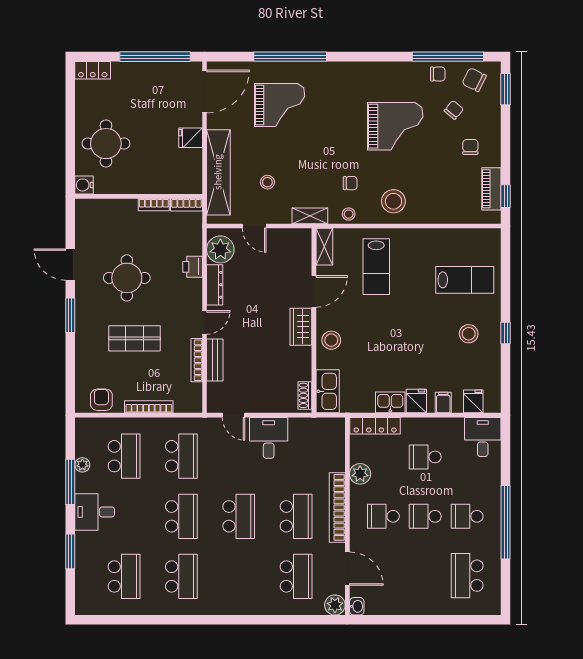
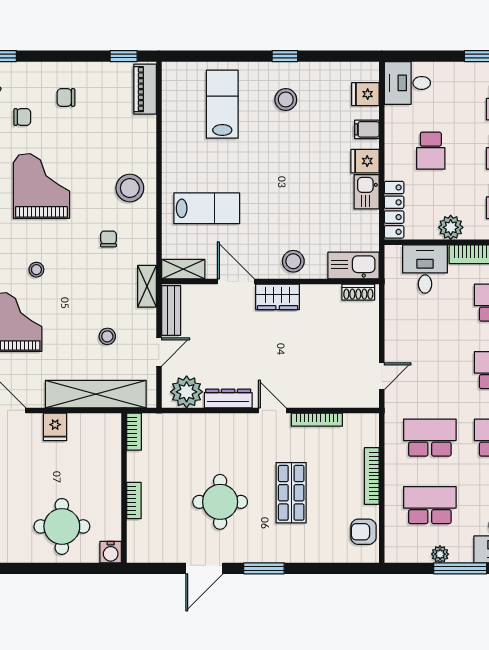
chair: (454, 110) -> (22, 117), turned 140
piano: (491, 189) -> (145, 89), moved, turned 90
bookcase: (154, 205) -> (134, 500), moved
stool: (349, 214) -> (36, 270), moved
printer: (193, 267) -> (207, 424), removed
bench: (215, 360) -> (171, 310), moved, turned 90
desk: (269, 438) -> (425, 269), moved, turned 90

